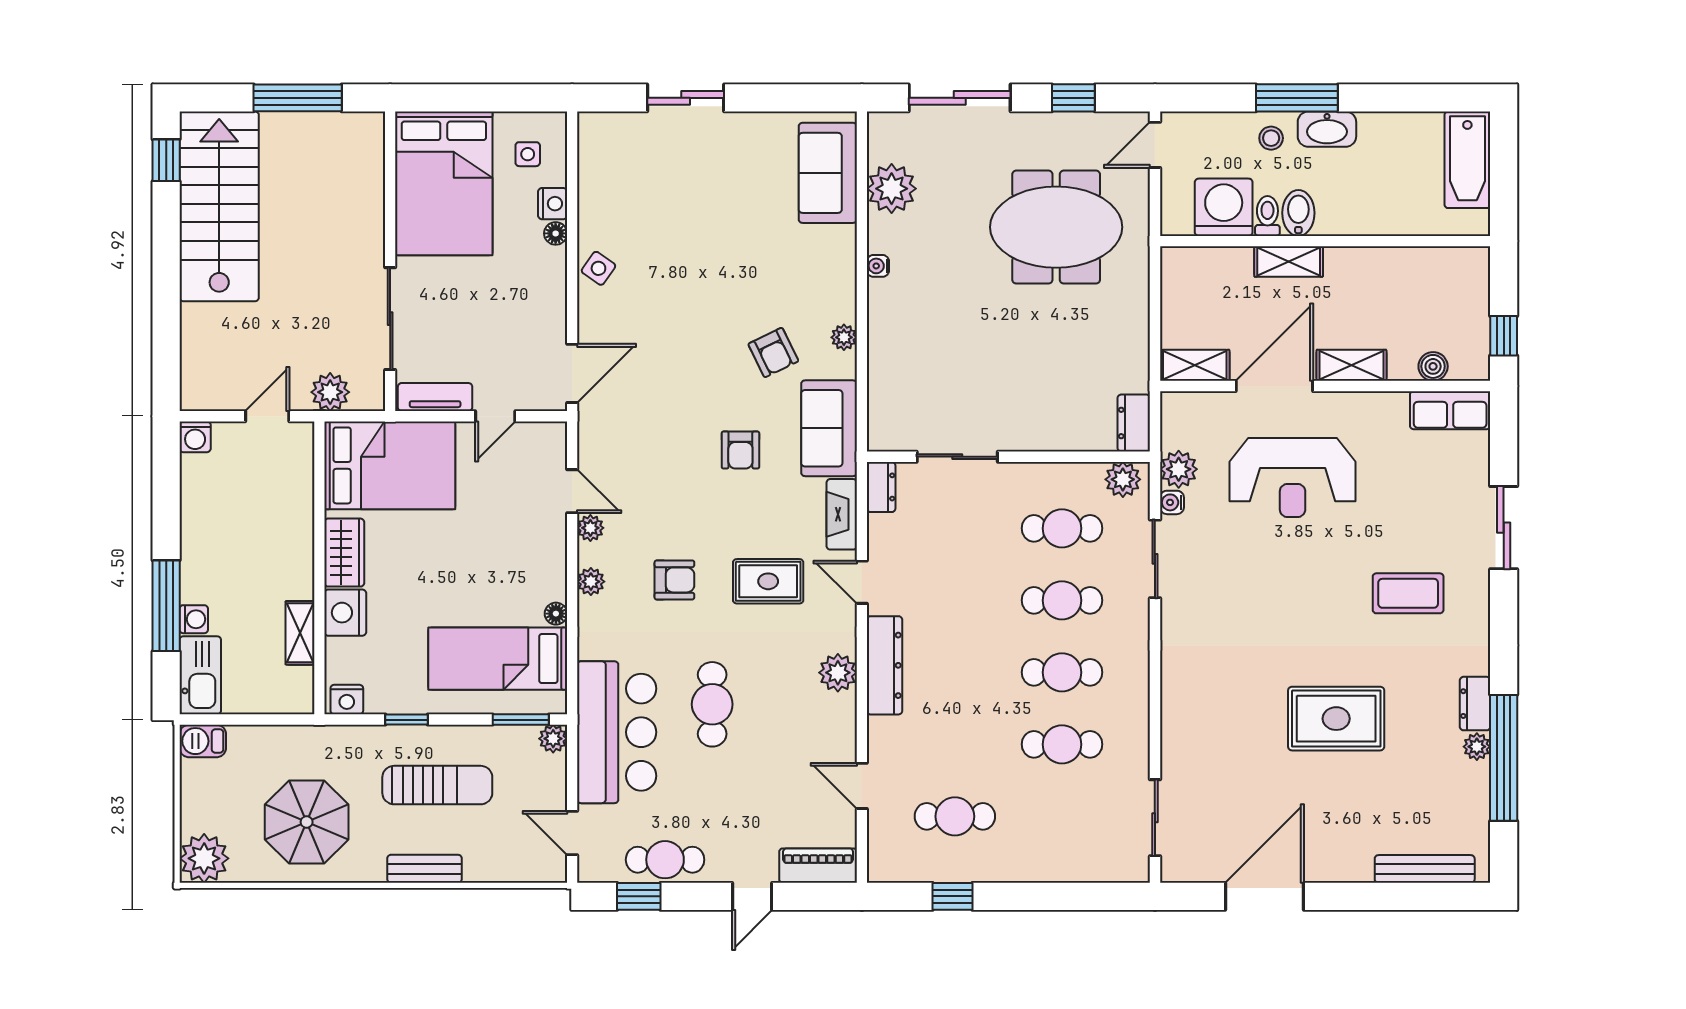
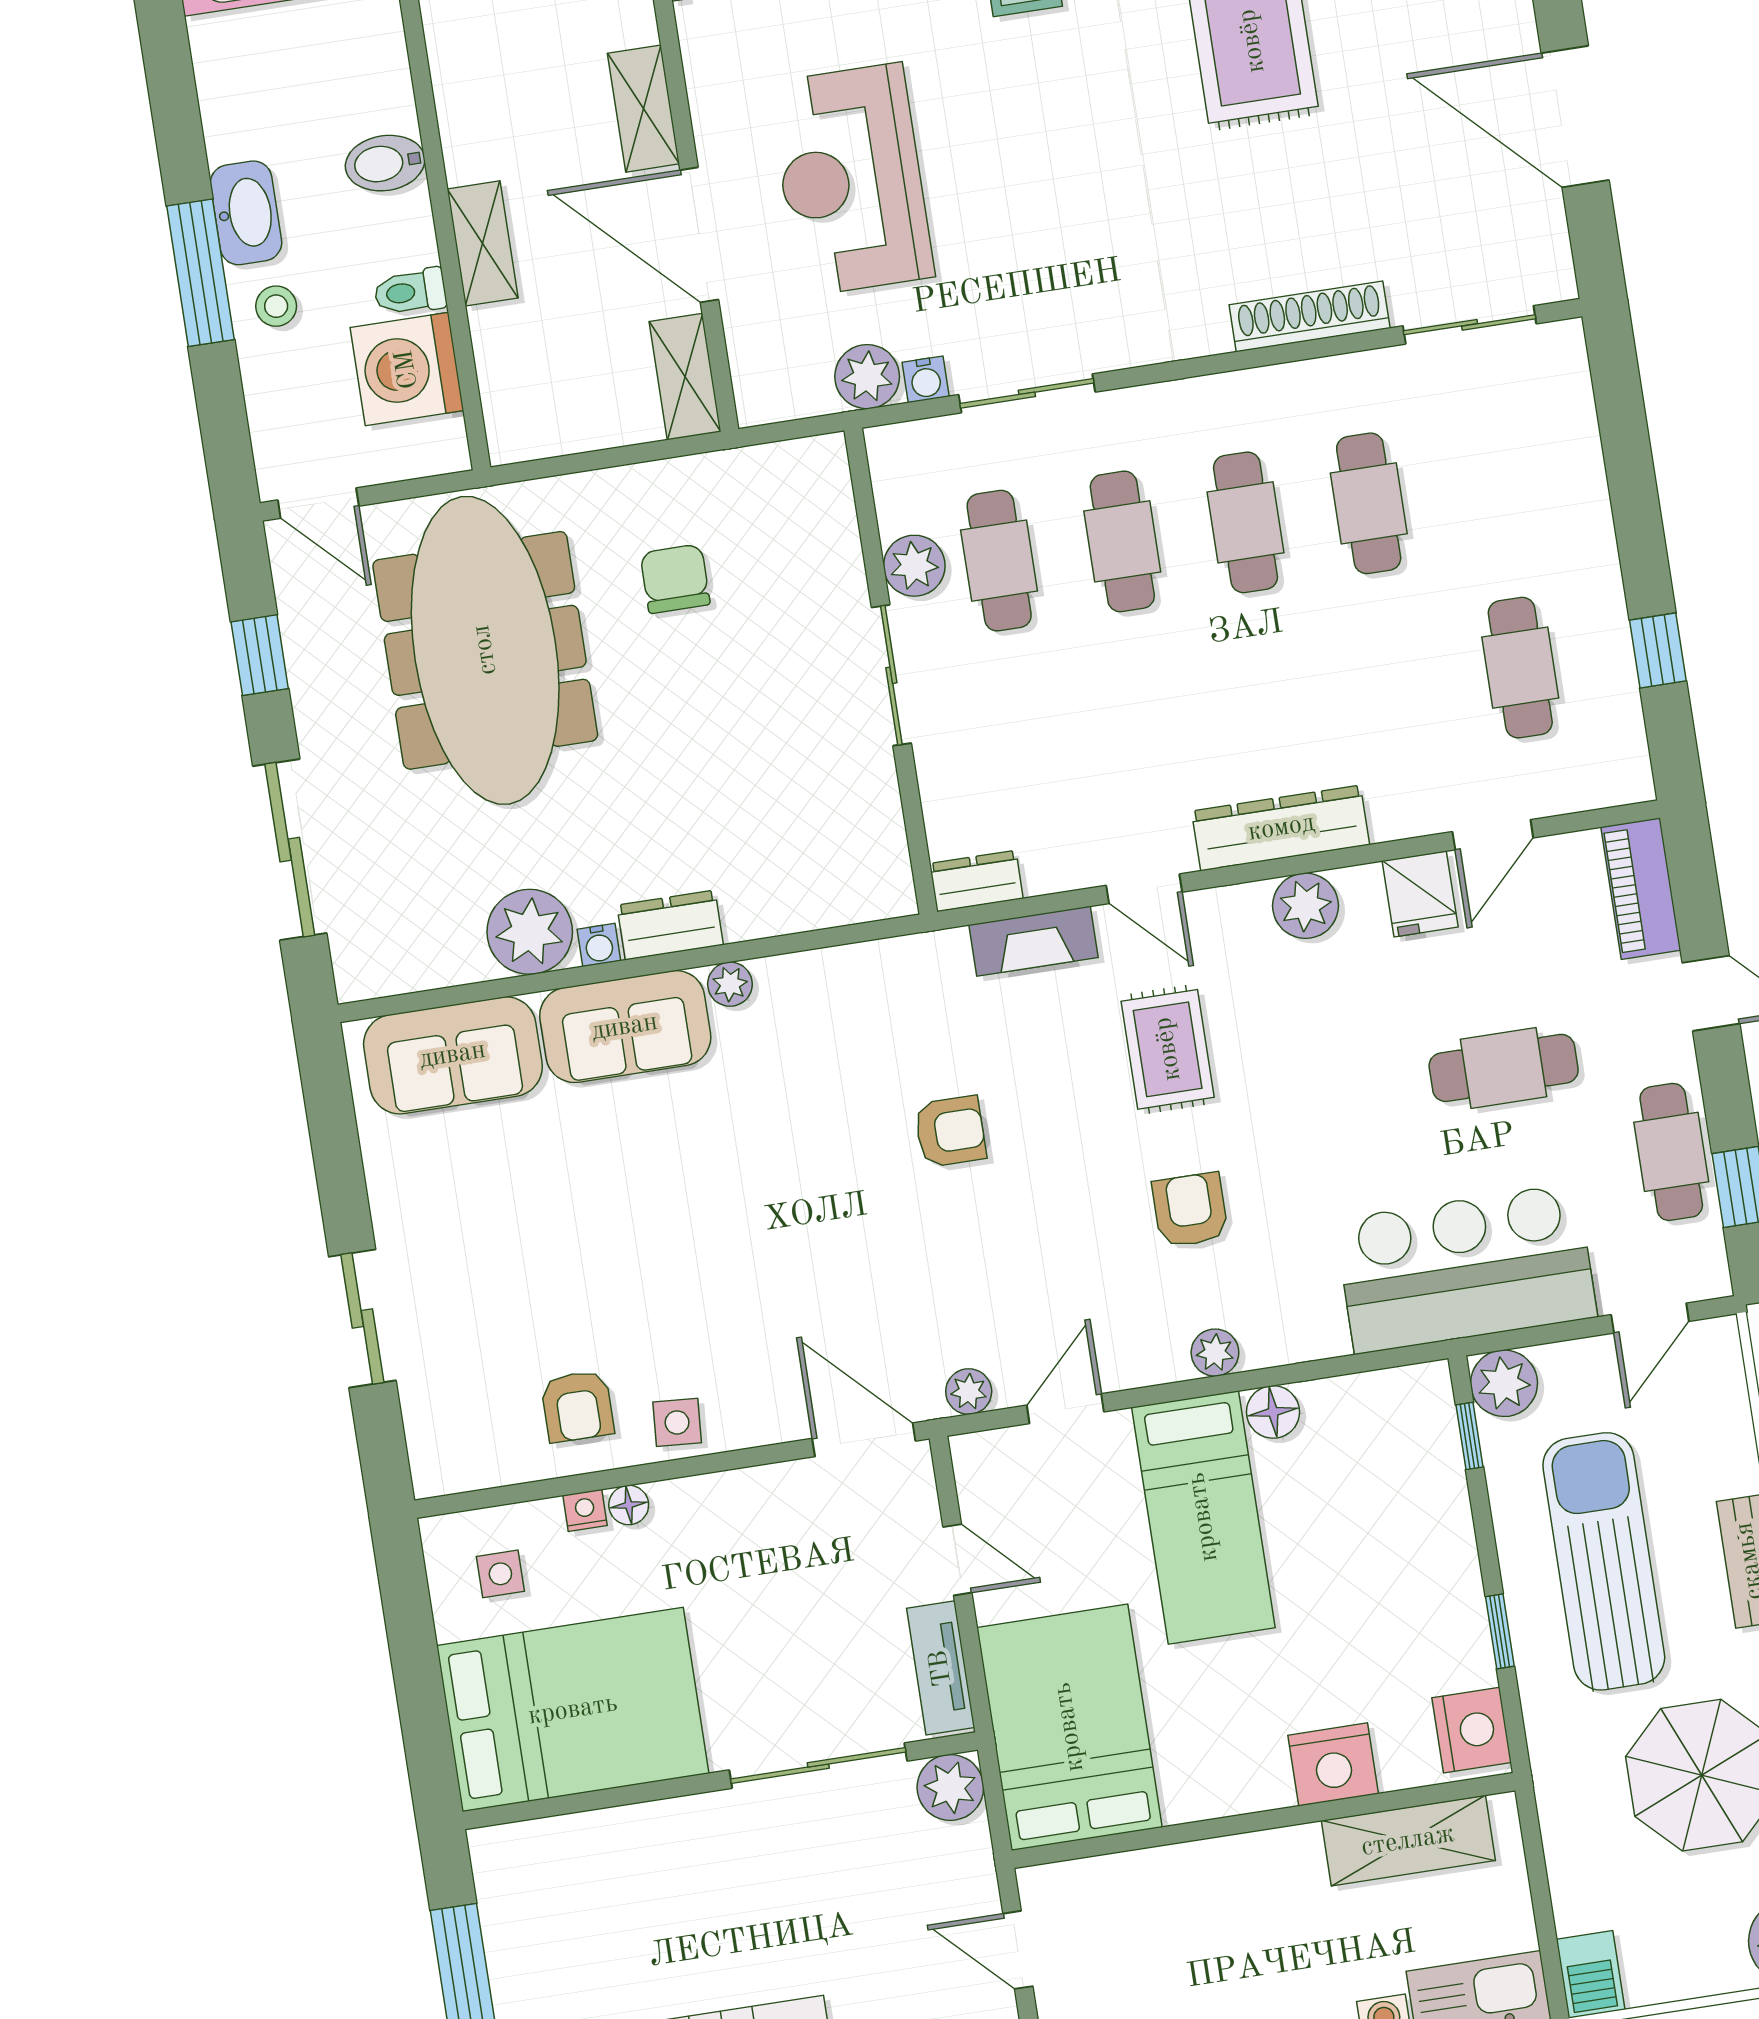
plant: (892, 189) -> (530, 932), moved
nightstand: (553, 204) -> (585, 1510), width x0.72, depth x0.74
bidet: (1298, 213) -> (385, 163), moved
meeting table: (1056, 227) -> (485, 650), width x1.36
side table: (598, 268) -> (677, 1422), turned -31
chair: (1080, 342) -> (675, 579), added
armchair: (773, 353) -> (577, 1406), moved, turned 116
plant: (330, 392) -> (950, 1787), moved
dresser: (1134, 423) -> (670, 925), moved, turned 180
sofa: (829, 428) -> (625, 1027), moved
sliding door: (957, 457) -> (891, 675), moved
reception desk: (1293, 478) -> (851, 180), turned 180
plant: (1123, 479) -> (914, 566), moved
plant: (590, 528) -> (969, 1392), moved
wardrobe: (344, 553) -> (1231, 1782), removed
door: (862, 582) -> (1144, 889), hinge flipped
floor lamp: (556, 614) -> (1273, 1412), width x1.37, depth x1.37
shelving: (300, 633) -> (1408, 1841), width x1.50, depth x1.33
bed: (498, 659) -> (1203, 1517), moved
nightstand: (347, 700) -> (1472, 1730), width x1.36, depth x1.33
cafe table: (712, 704) -> (1504, 1068), moved
window: (521, 720) -> (1470, 1436), width x0.67
shoe rack: (1174, 727) -> (1310, 316), added
plant: (553, 739) -> (1504, 1383), width x1.38, depth x1.38
fridge: (834, 739) -> (1420, 894), added
sun lounger: (437, 785) -> (1604, 1561), width x1.36, depth x1.34

